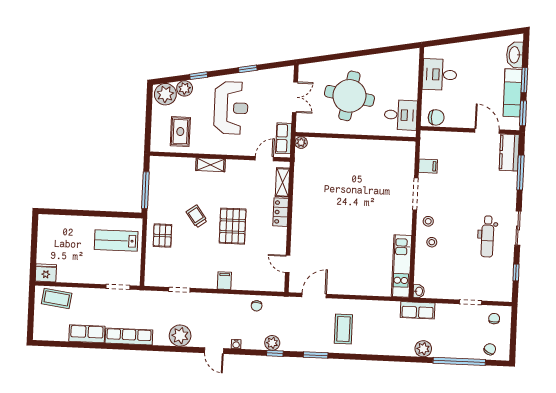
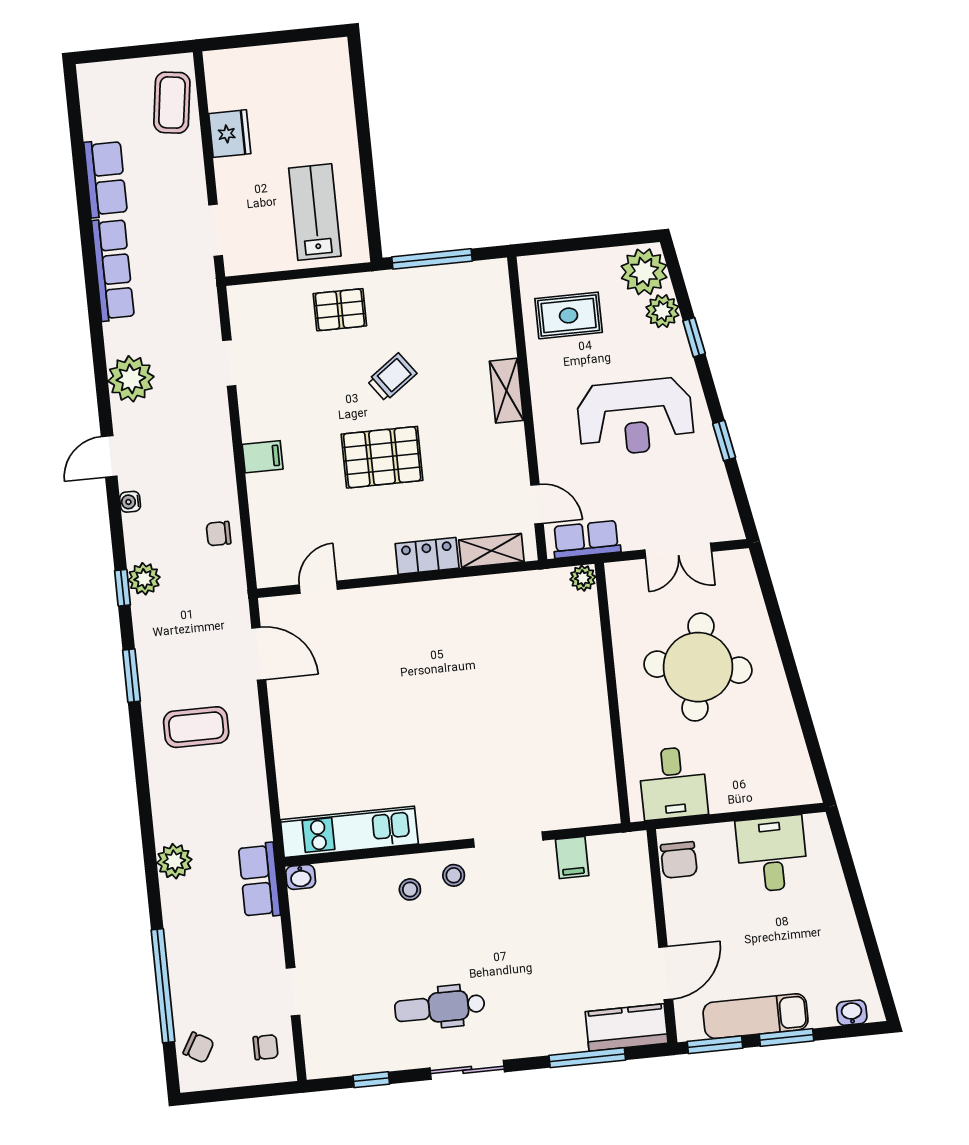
washbasin: (515, 55) -> (852, 1013), width x0.52, depth x0.69
fridge: (46, 273) -> (230, 134), moved
plant: (423, 349) -> (174, 861), moved

